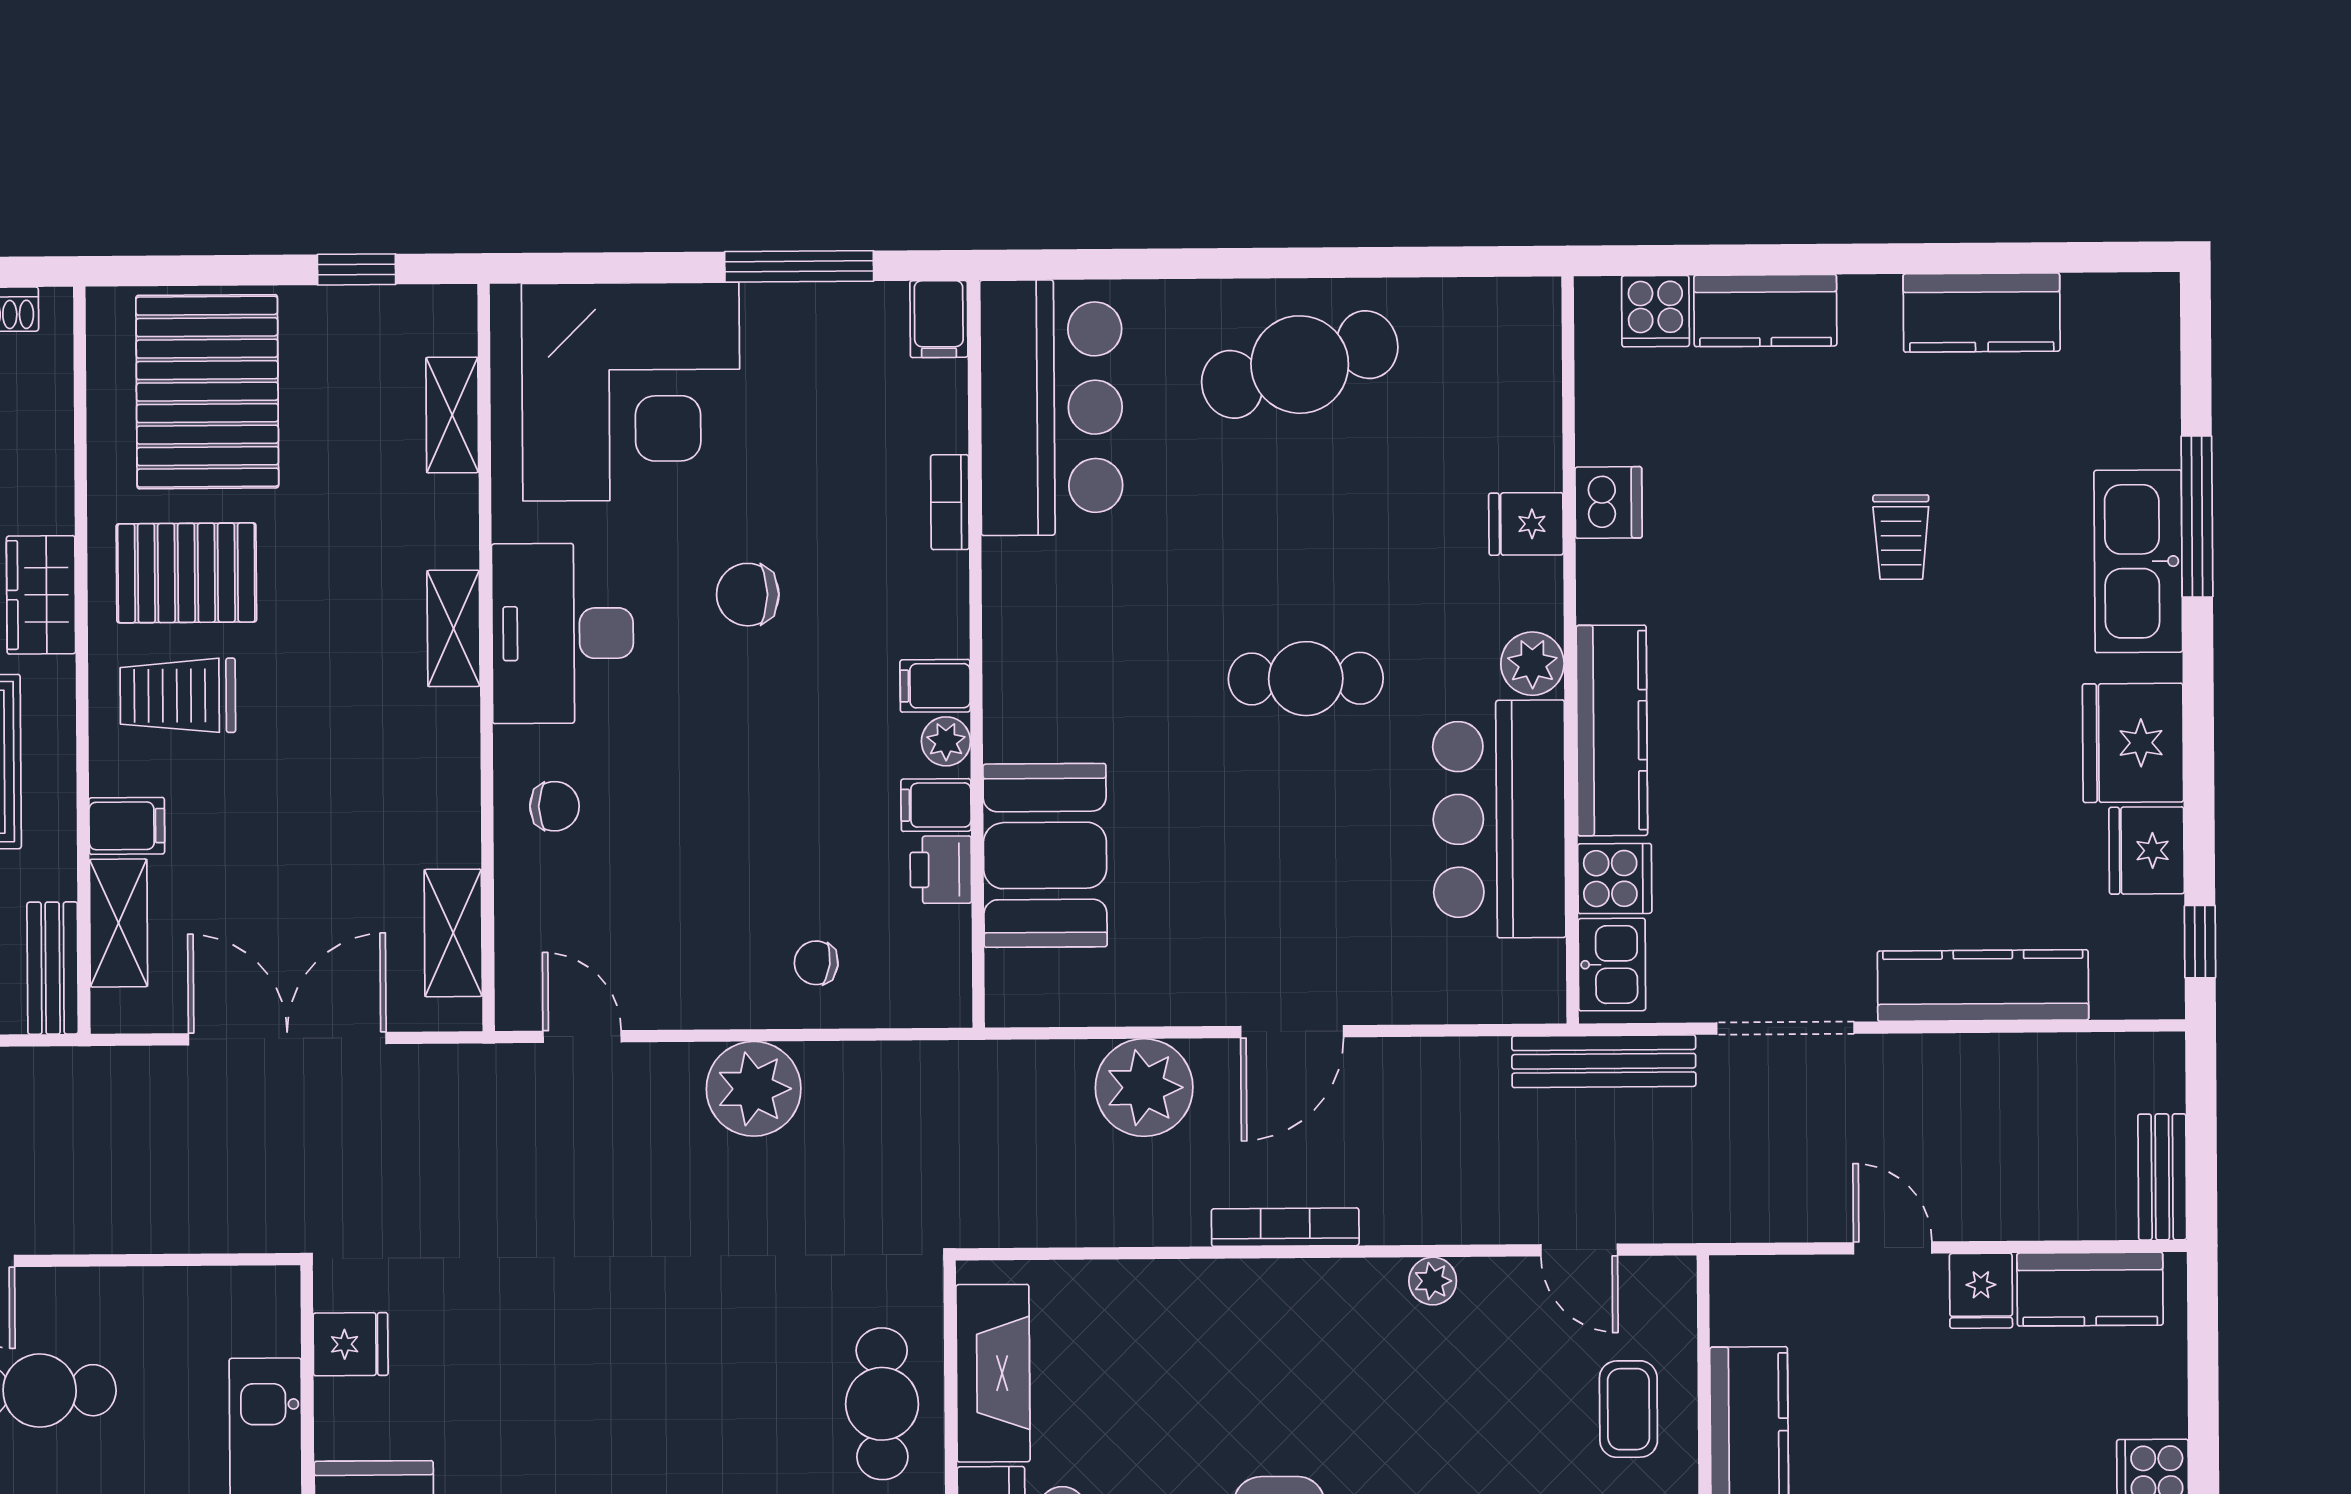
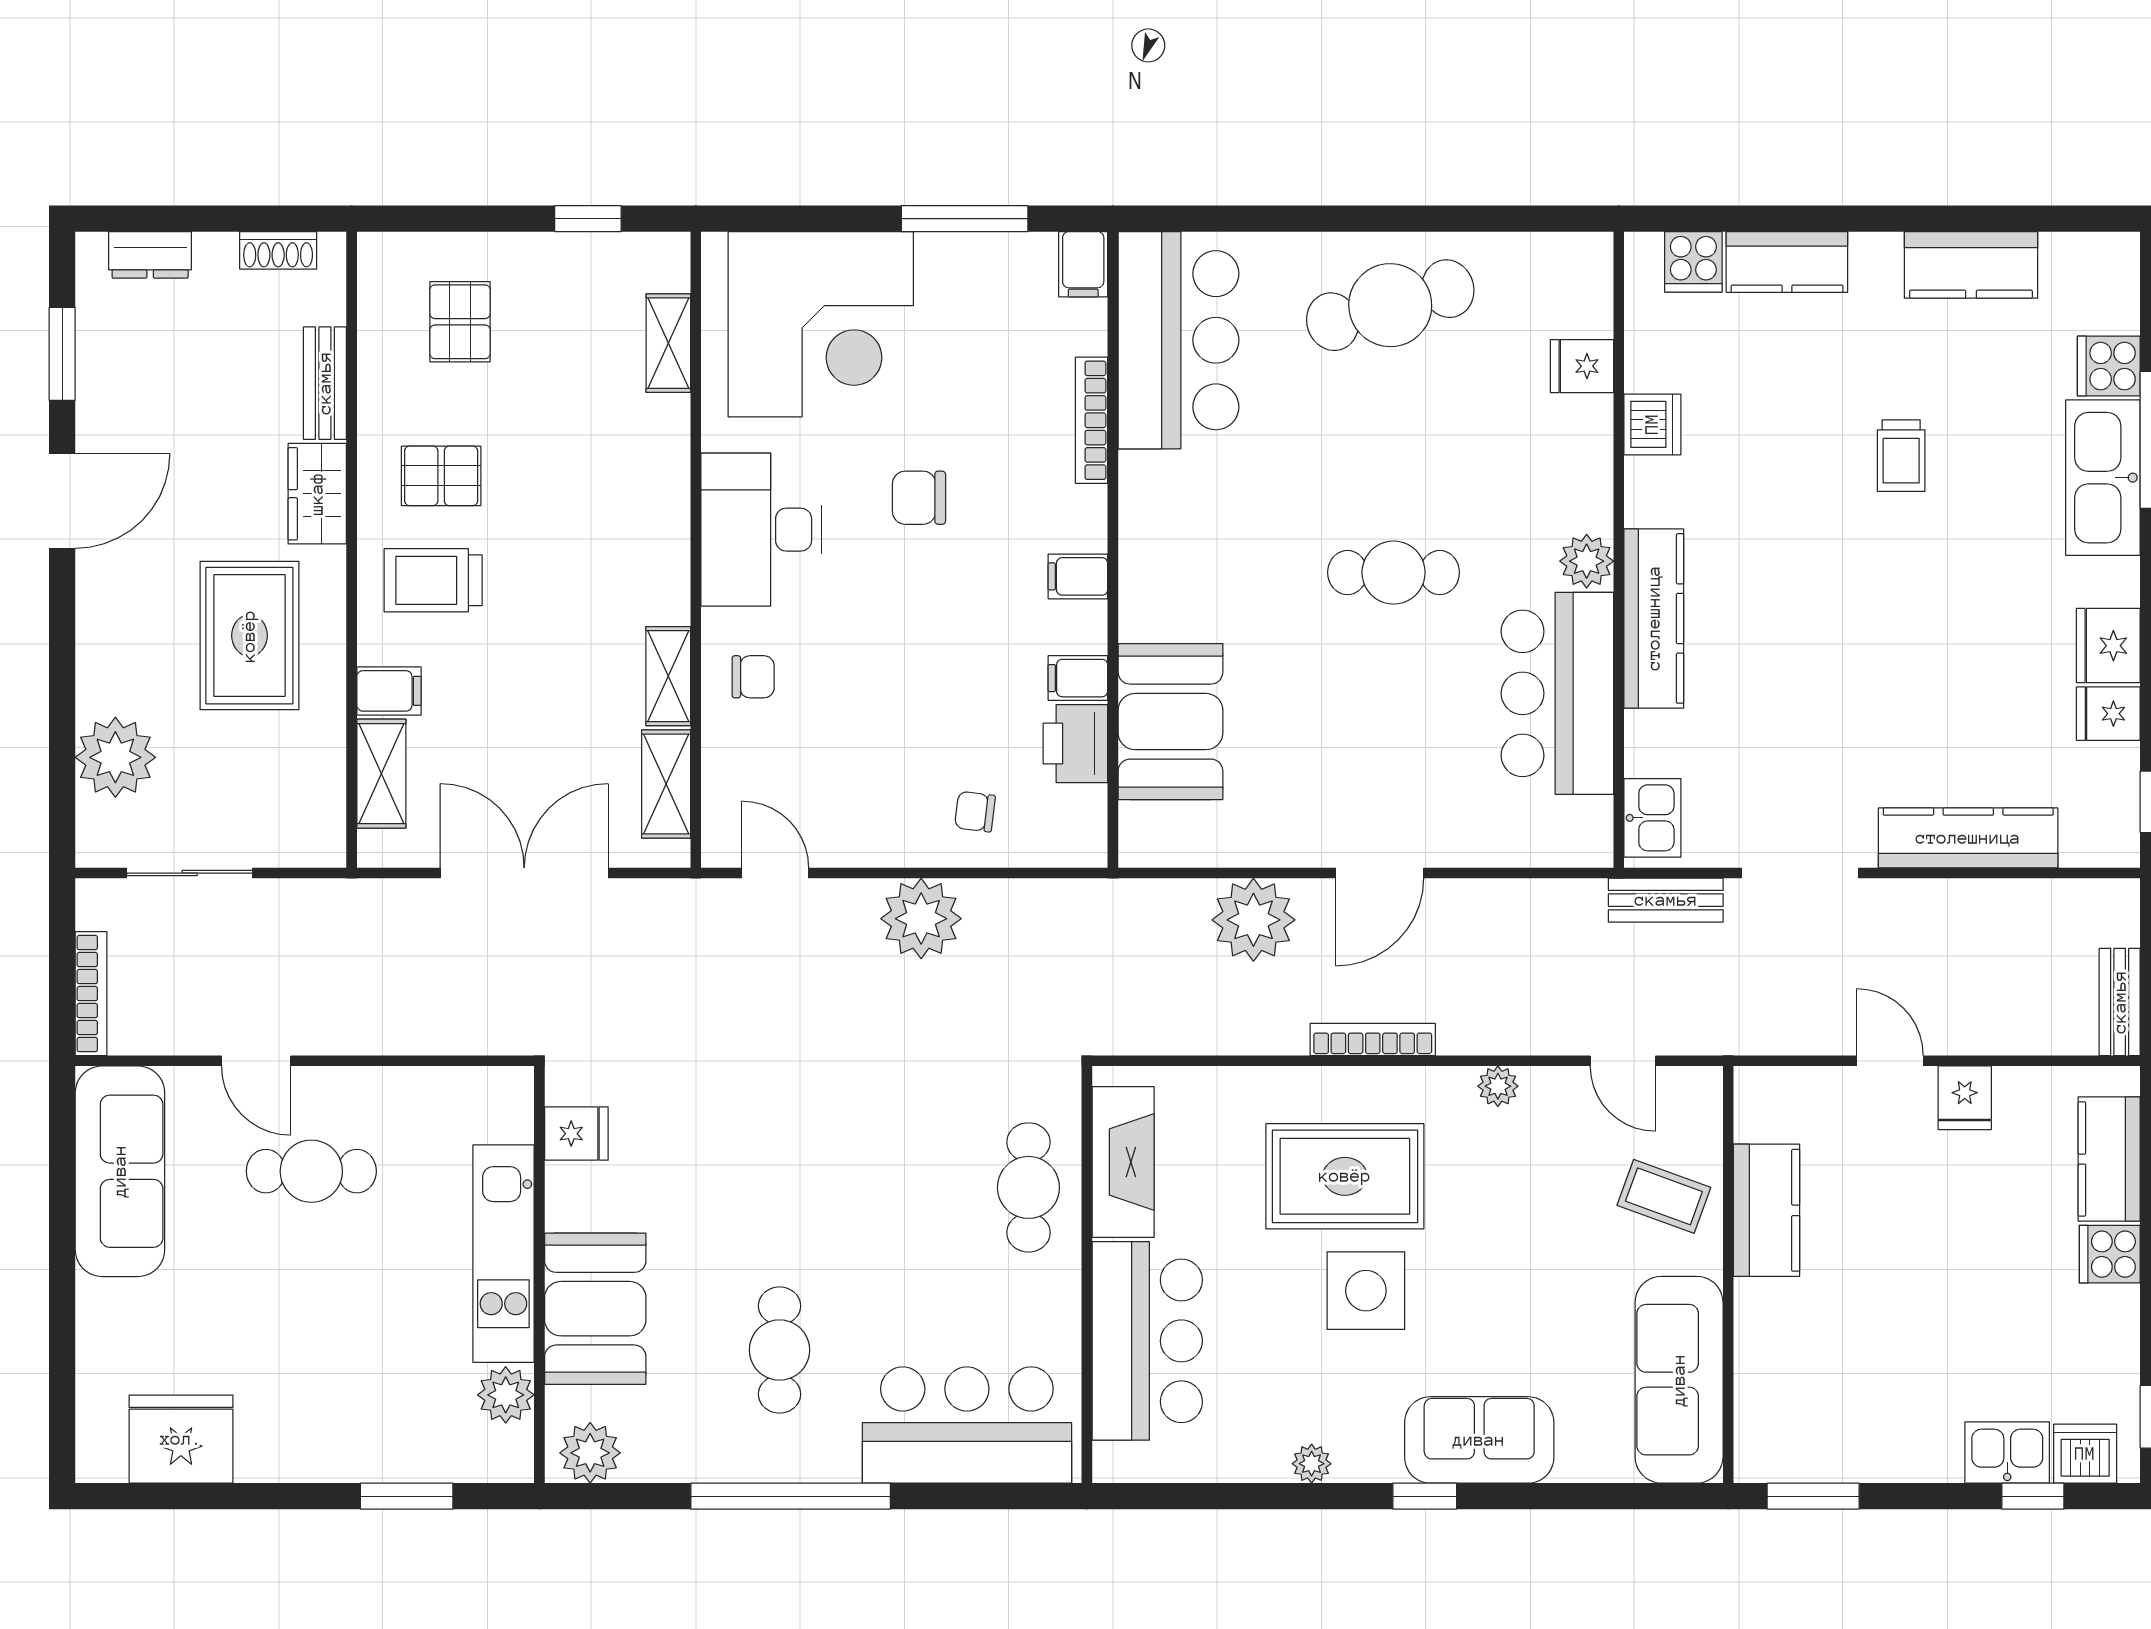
pallet: (207, 392) -> (460, 322), width x0.49, depth x0.50
bookcase: (950, 502) -> (1092, 420), width x1.56
fridge: (1526, 524) -> (1582, 366), moved
pallet: (186, 573) -> (441, 476), width x0.67, depth x0.71
shelving: (454, 628) -> (668, 676), moved
plant: (946, 741) -> (1087, 624), removed
fridge: (2133, 743) -> (2108, 646), width x0.73, depth x0.75
fridge: (2147, 851) -> (2108, 714), width x0.72
printer: (941, 870) -> (1075, 744), width x1.36, depth x1.24
cooker: (1615, 879) -> (2109, 366), moved, turned 180
bench: (53, 968) -> (325, 383), moved
bench: (1604, 1061) -> (1666, 900), width x0.73
kitchen counter: (2090, 1289) -> (2109, 1159), moved, turned 90
rug: (1254, 1388) -> (1345, 1176), added
coffee table: (1628, 1409) -> (1664, 1196), turned -70

